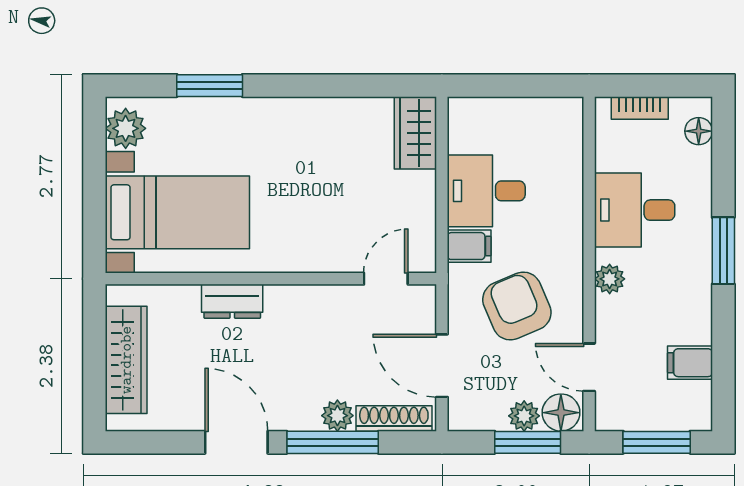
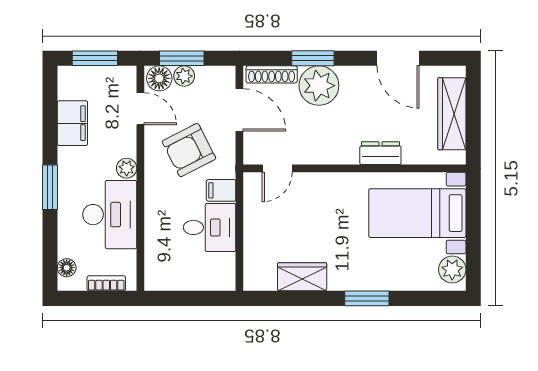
window: (210, 86) -> (367, 298), moved
wardrobe: (415, 133) -> (302, 277), moved, turned -90
desk: (635, 210) -> (110, 215), width x1.37
armchair: (517, 306) -> (189, 150), turned 86
filing cabinet: (690, 363) -> (72, 123), width x2.00
plant: (337, 416) -> (319, 86), width x1.88, depth x1.88
door: (236, 442) -> (398, 58), moved
window: (333, 442) -> (313, 58), width x0.69

